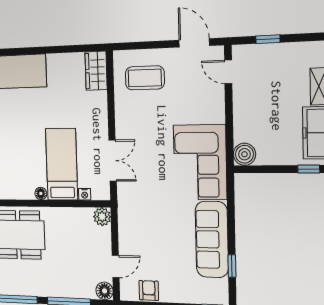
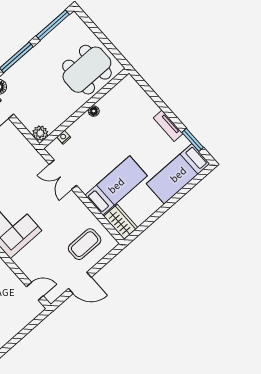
window: (268, 39) -> (27, 330), removed
door: (194, 43) -> (80, 283), moved
bed: (62, 164) -> (116, 185), moved, turned -90

